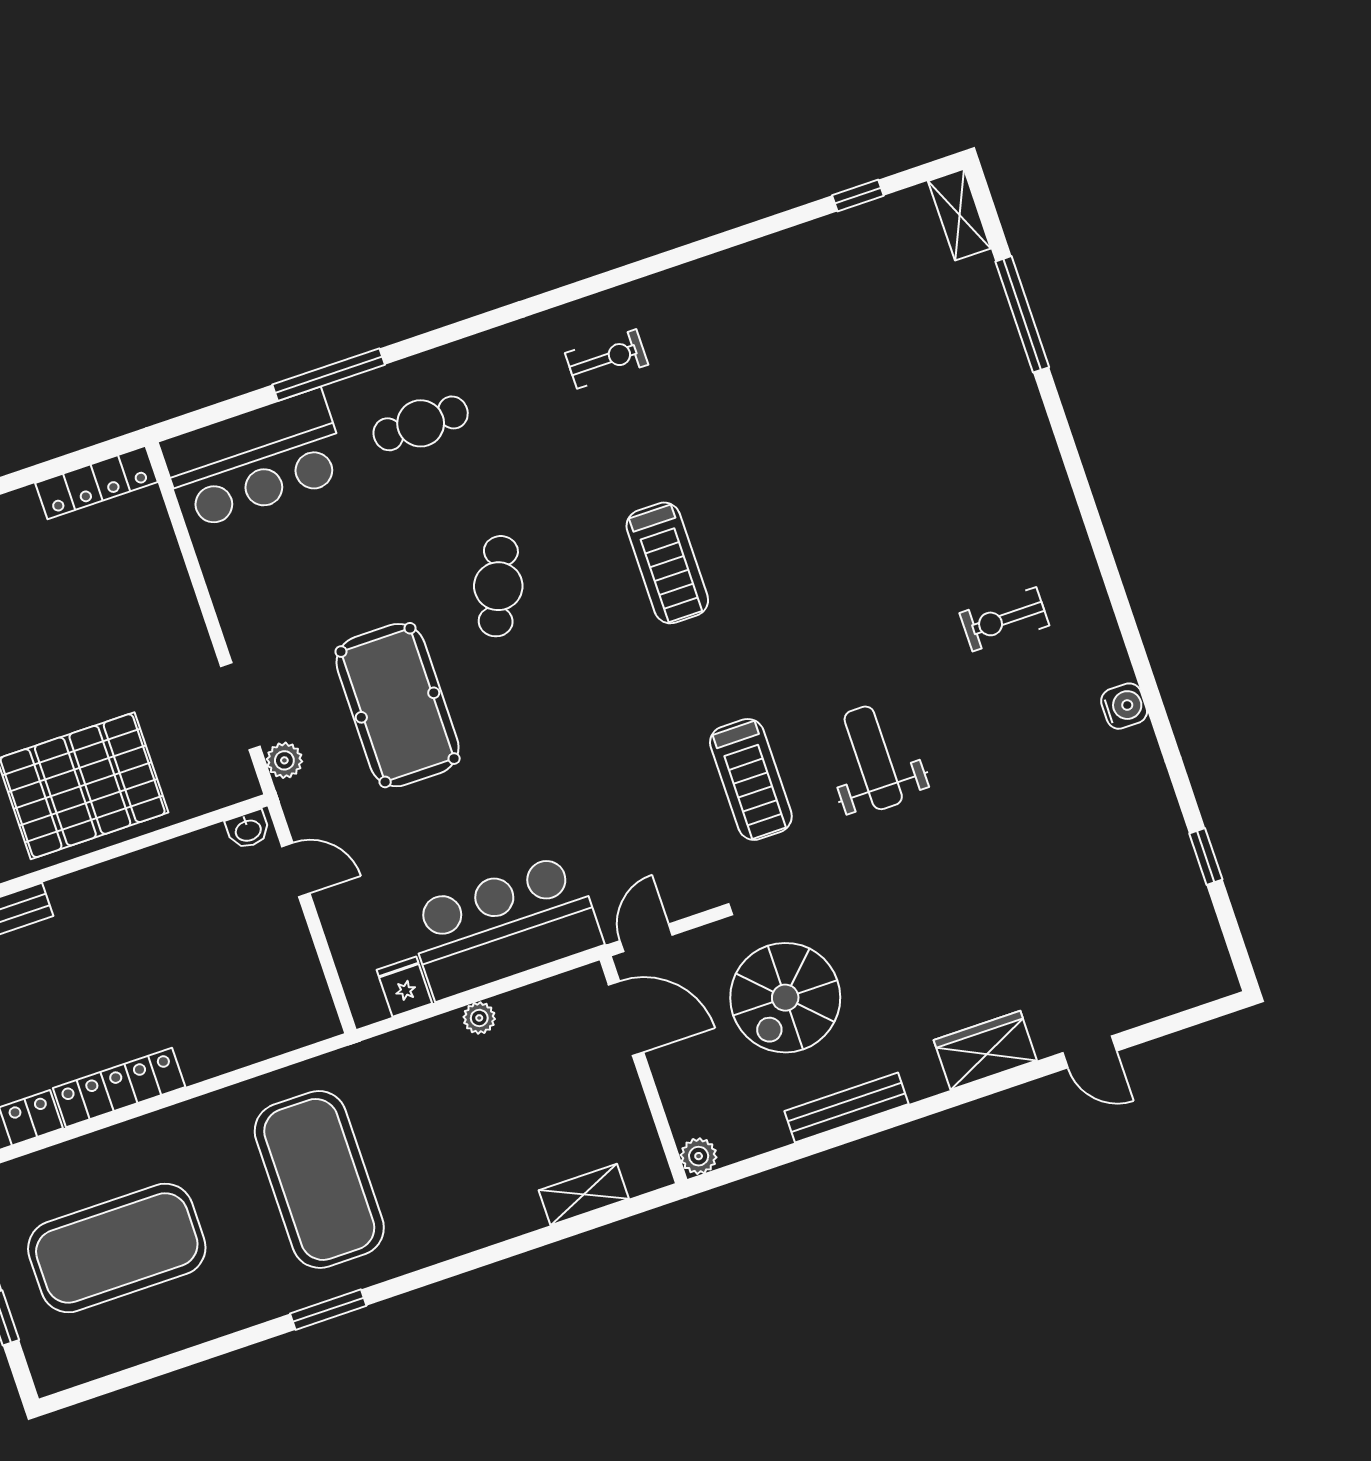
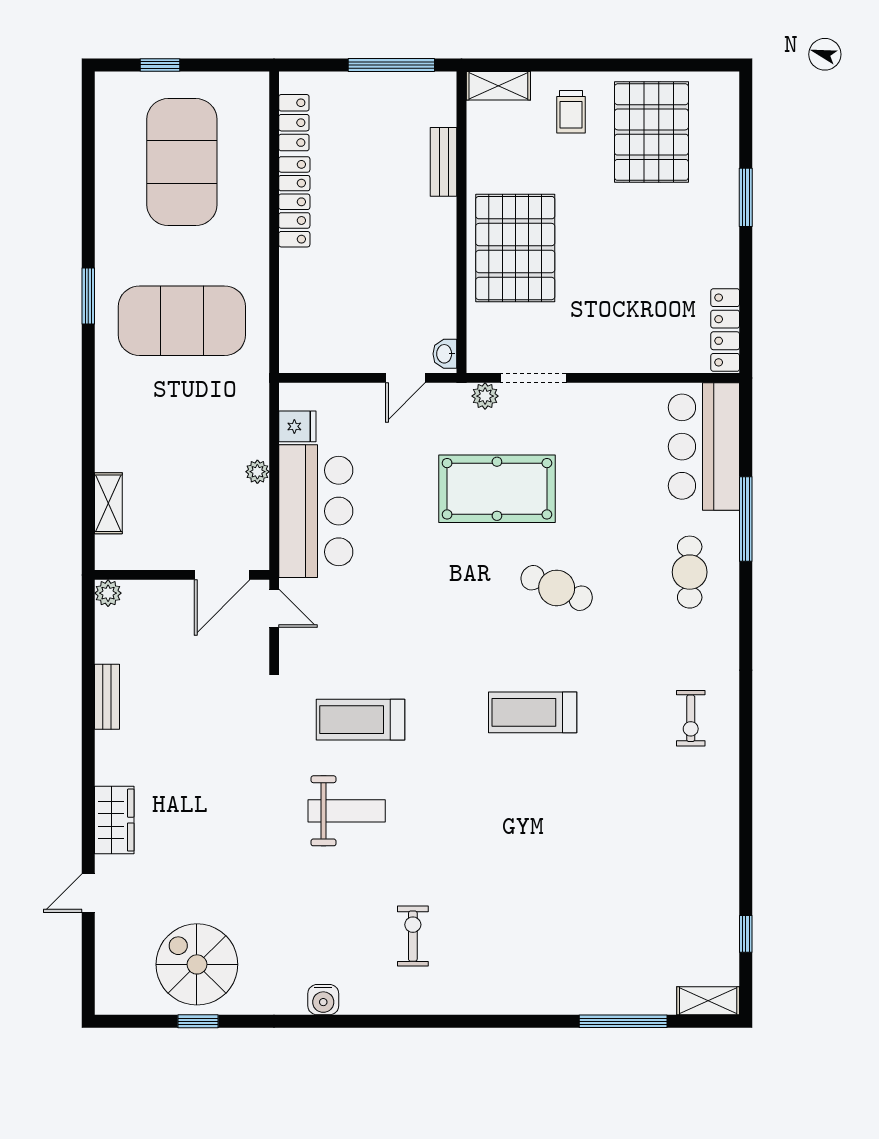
spiral stairs: (785, 998) -> (197, 964), moved
bench: (846, 1107) -> (107, 697), width x0.73

